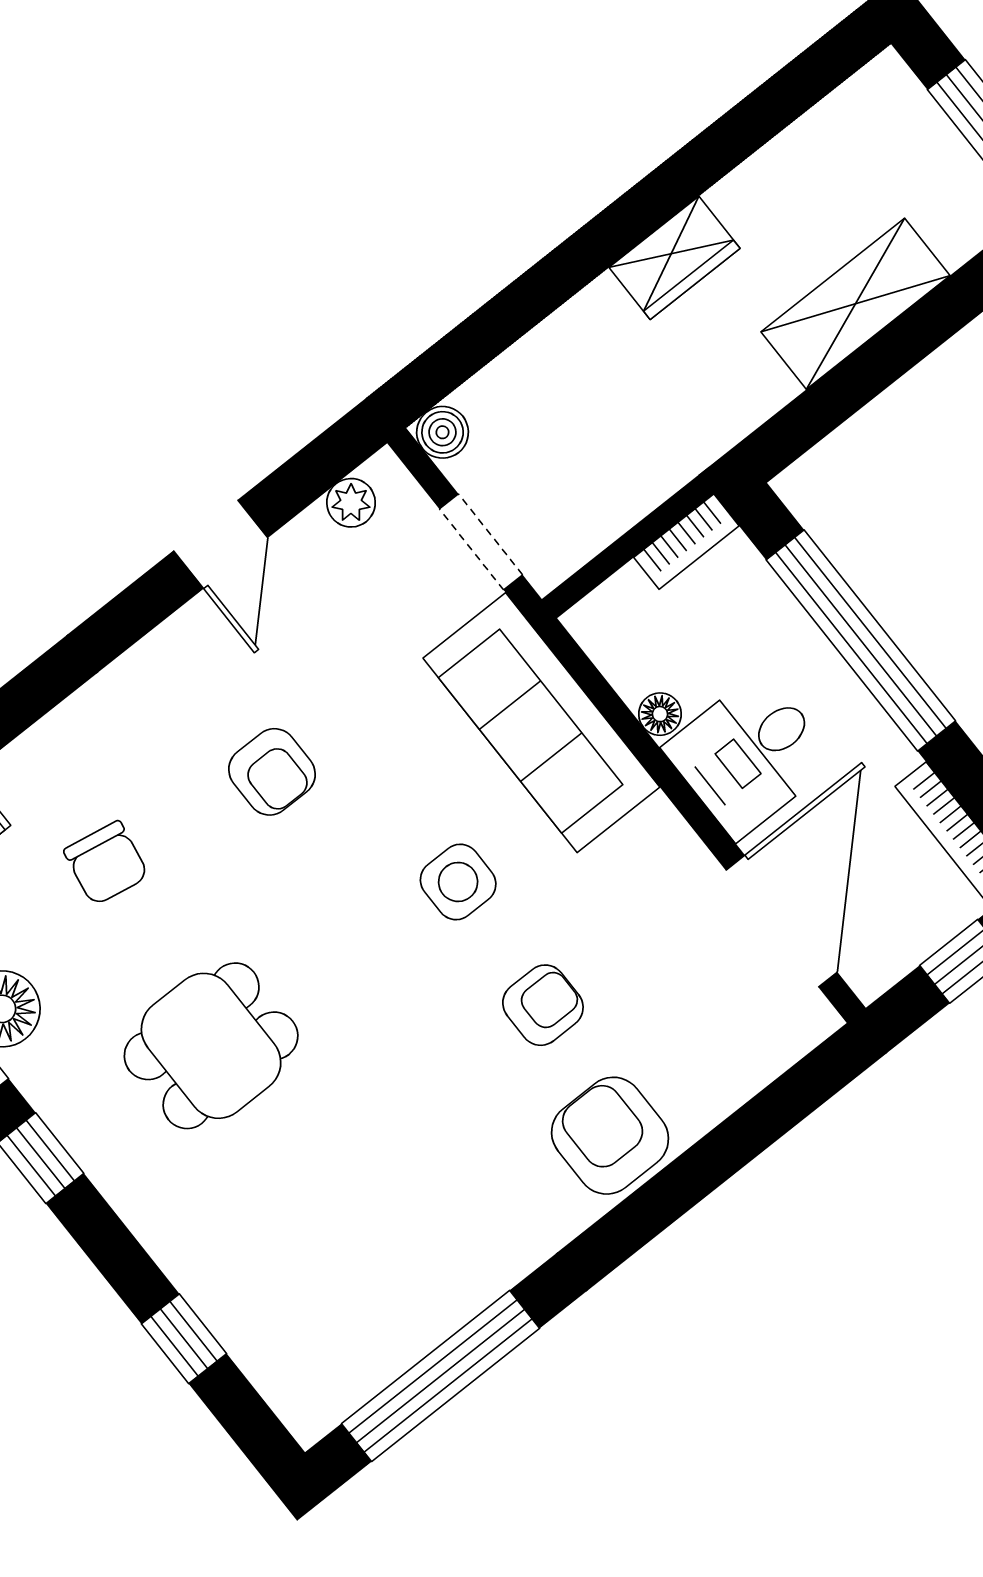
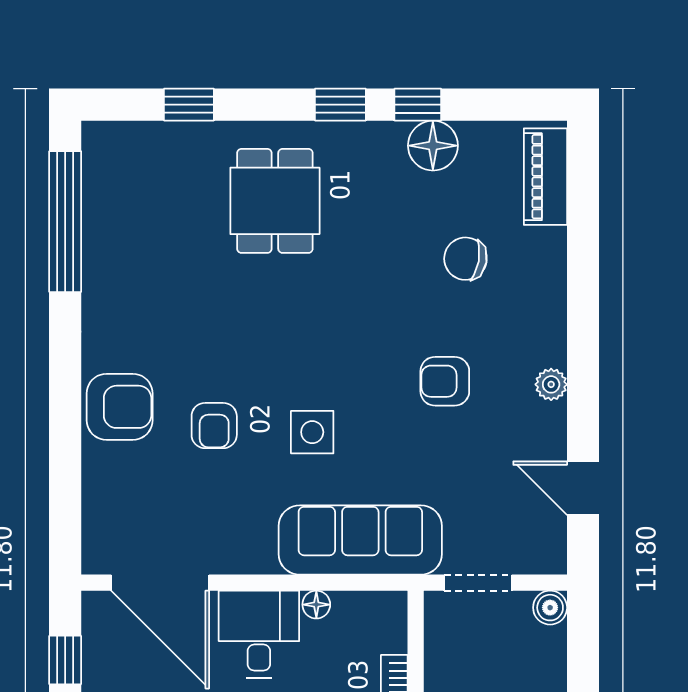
plant: (351, 503) -> (551, 384), moved
door: (221, 544) -> (583, 488), moved
dining table: (211, 1046) -> (275, 201), moved

